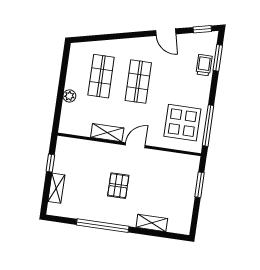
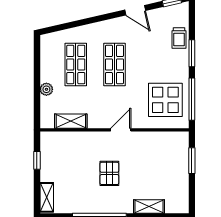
window: (218, 58) -> (192, 53), moved
trolley: (204, 65) -> (179, 38), turned 180
shelving: (107, 133) -> (71, 121), moved
shelving: (56, 188) -> (47, 197), moved

